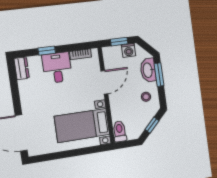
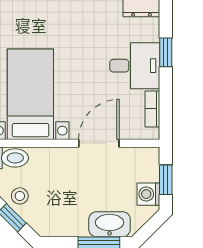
door: (104, 82) -> (99, 143), swing flipped
stool: (146, 97) -> (20, 196), moved

